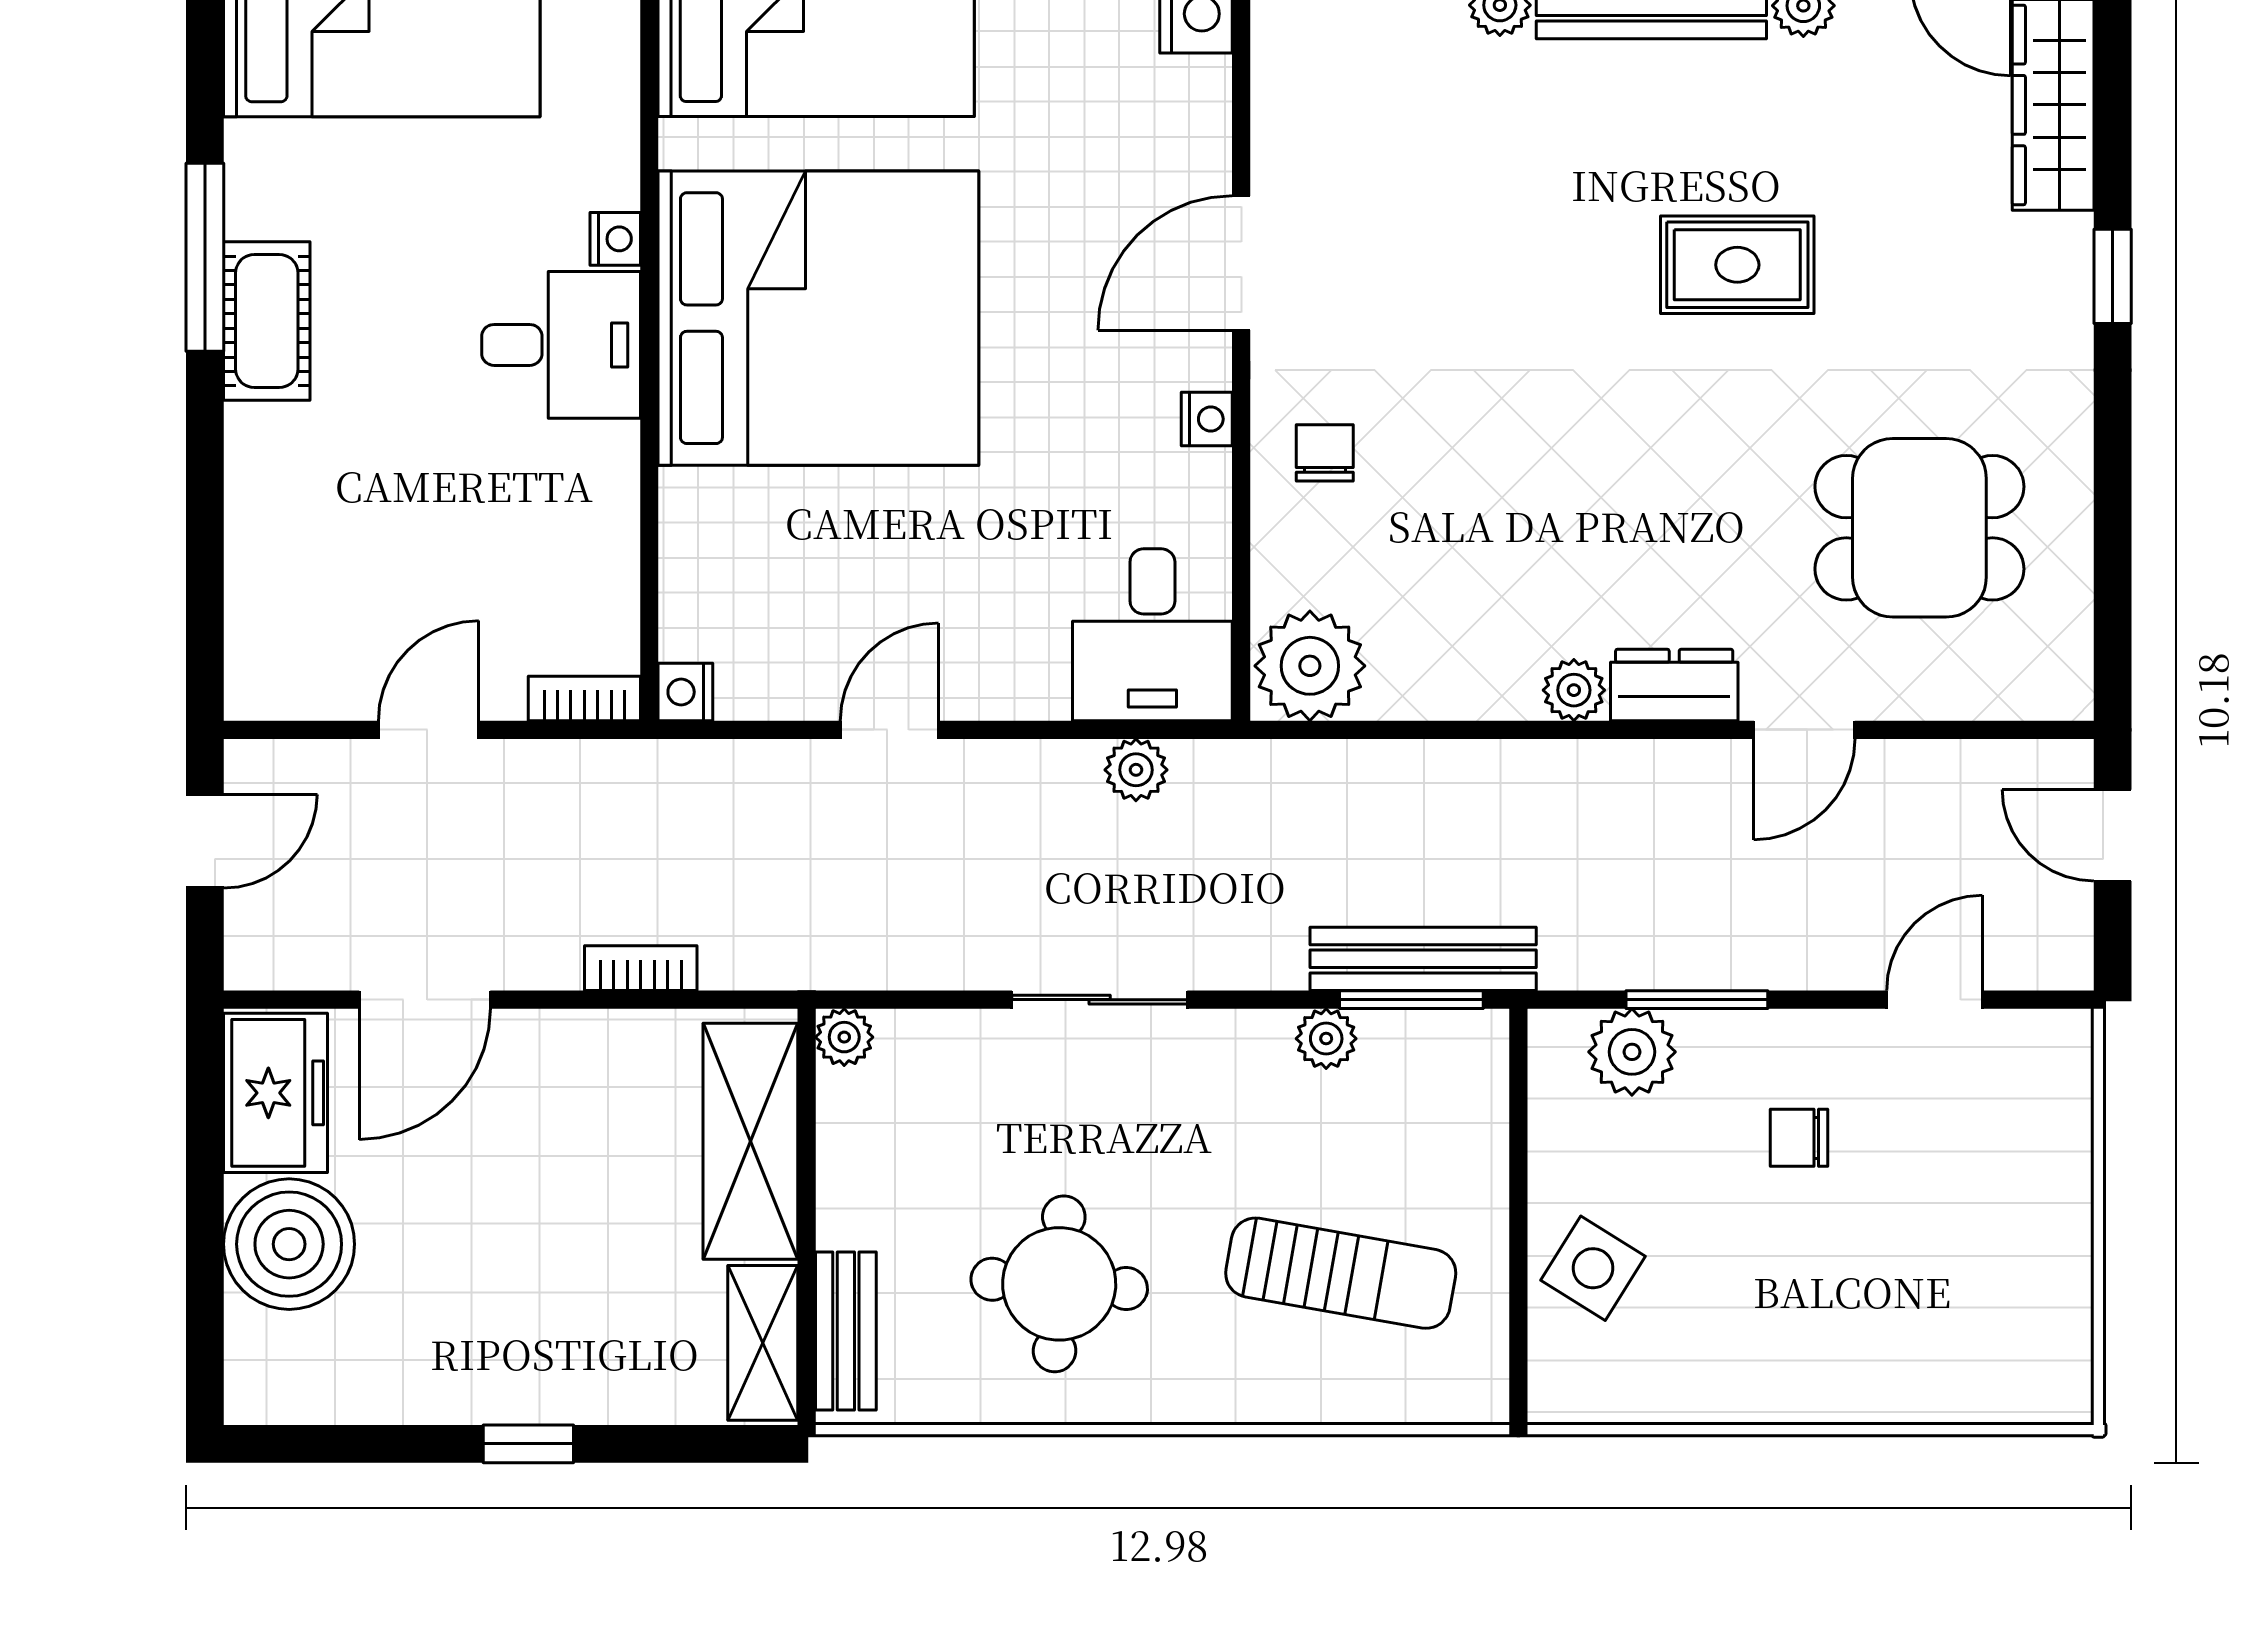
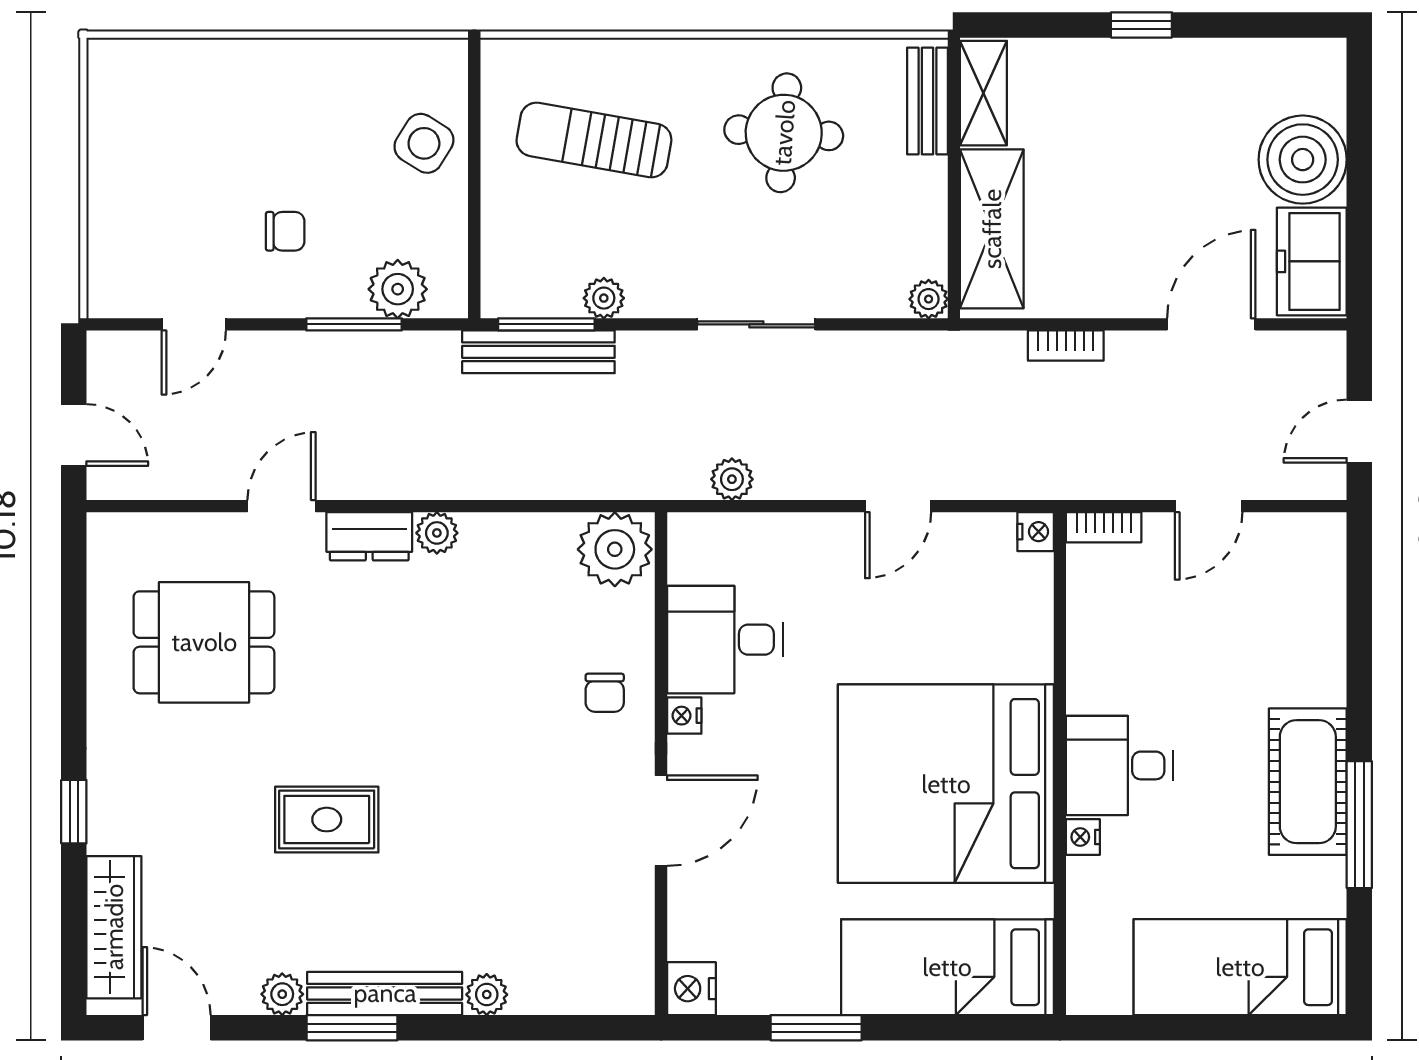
cot: (267, 321) -> (1308, 782), width x1.37, depth x1.34
desk: (1152, 635) -> (725, 640), moved, turned -90

